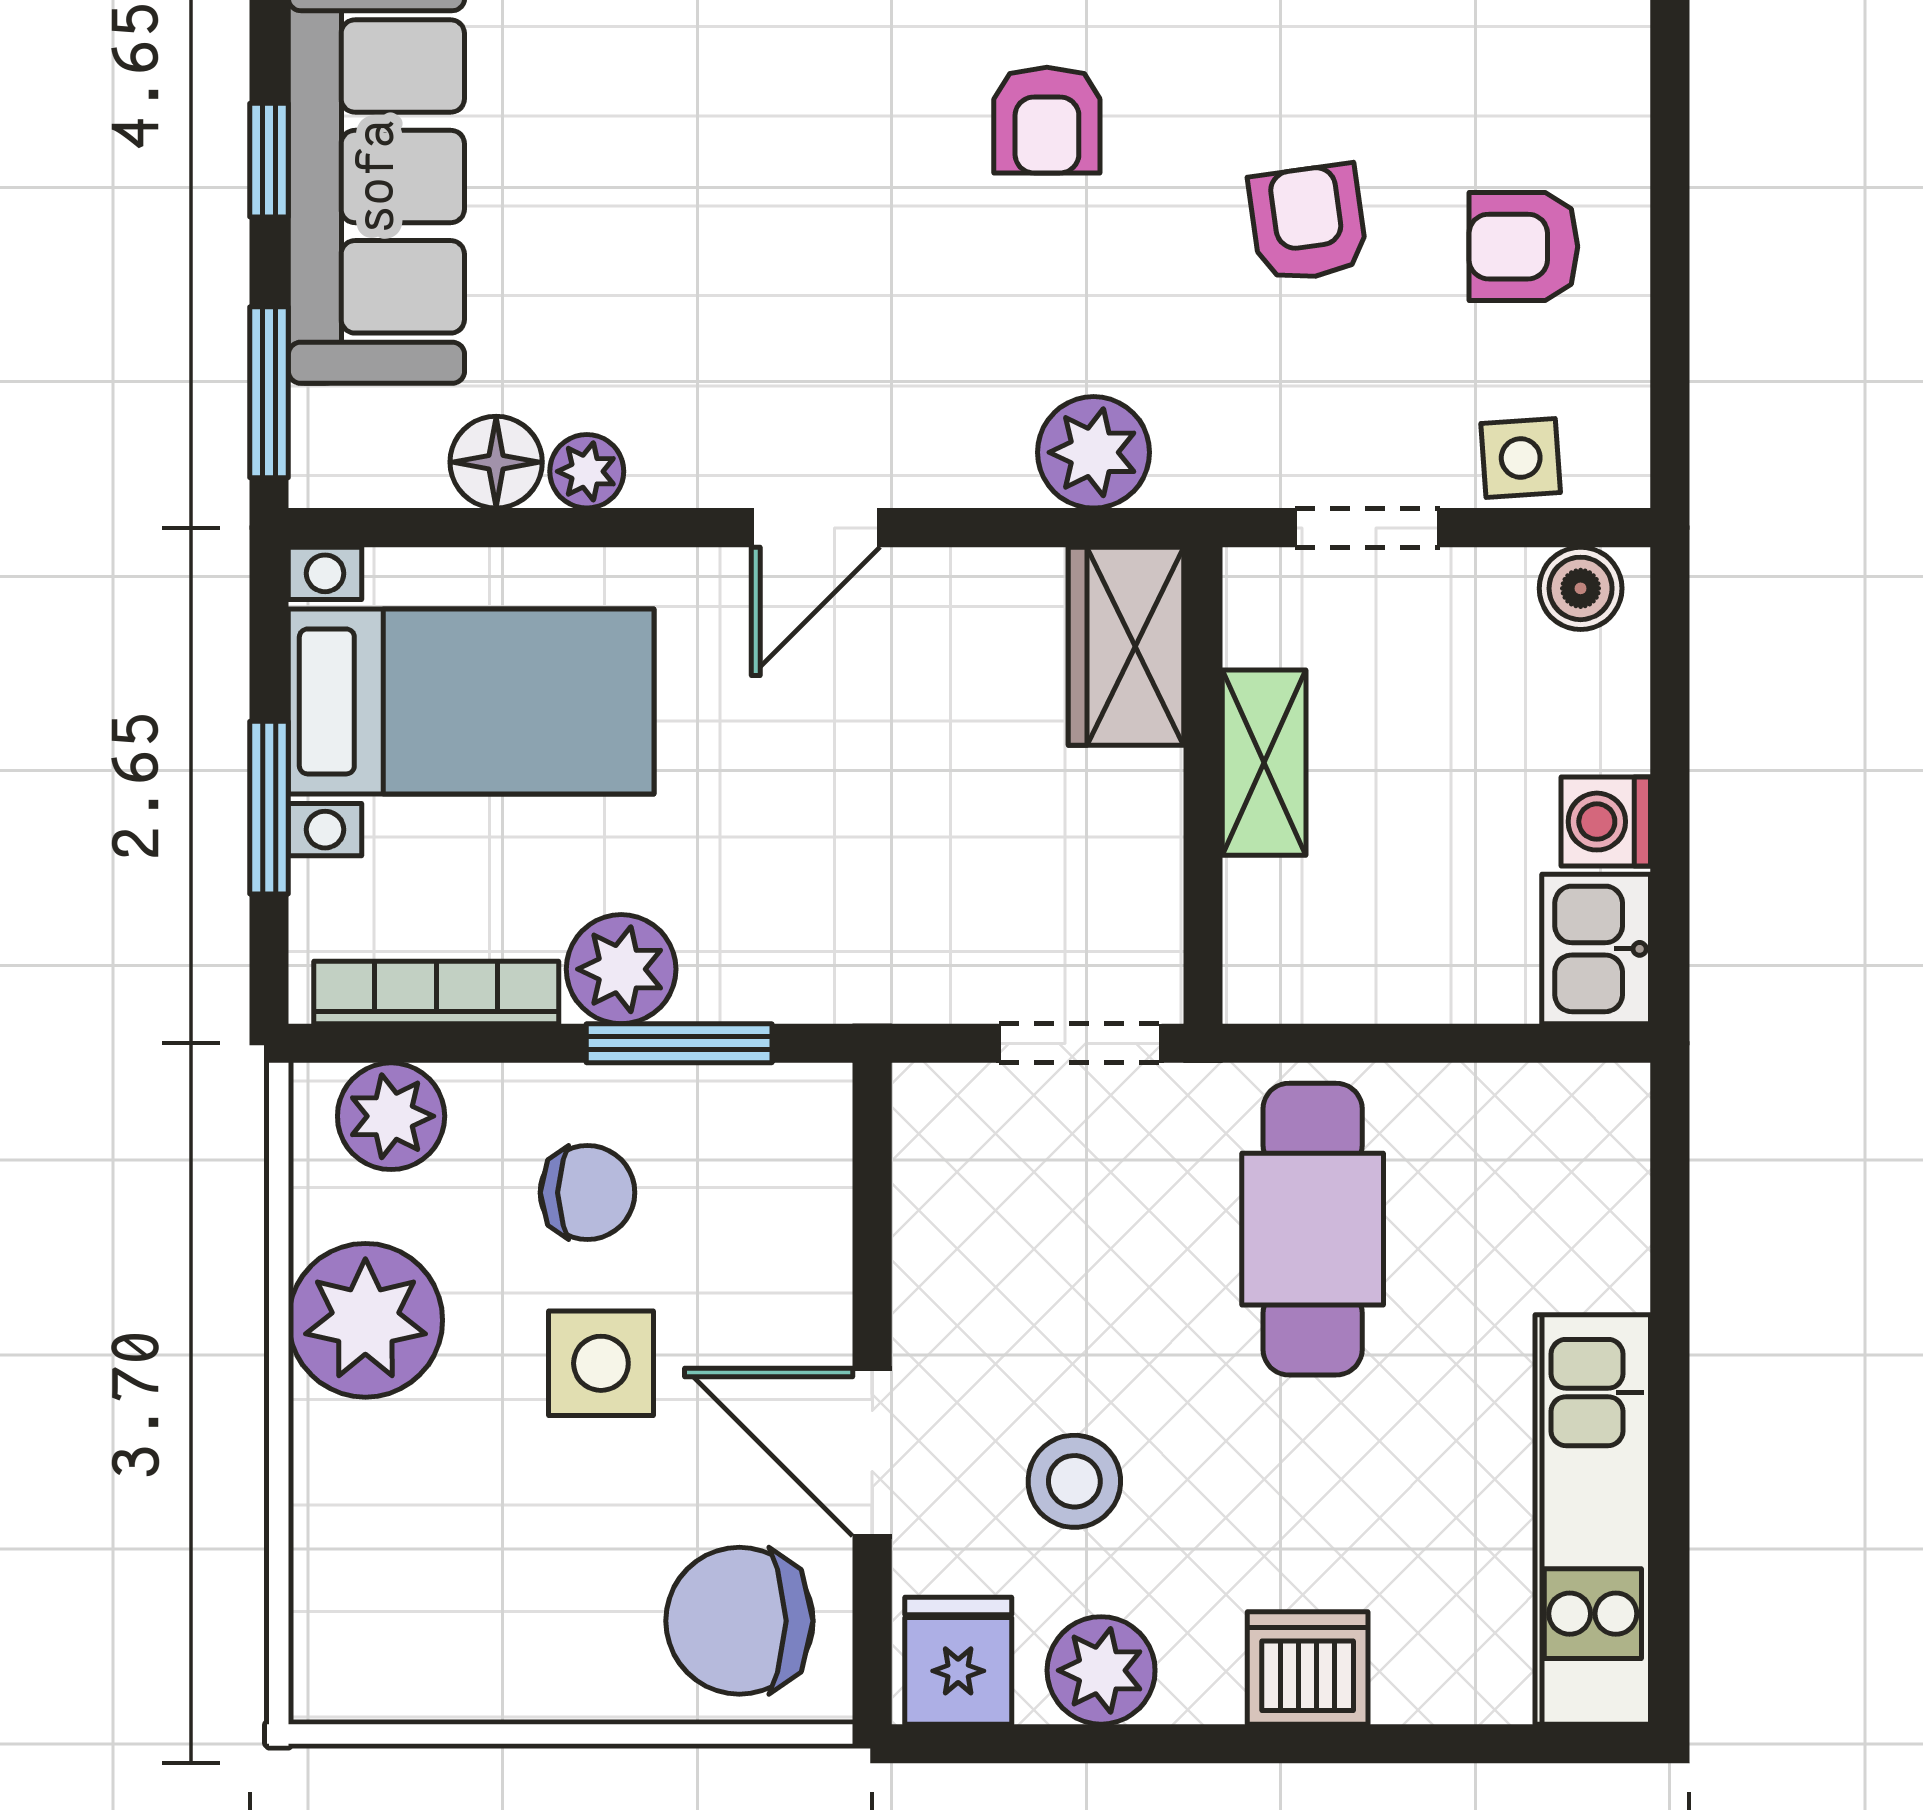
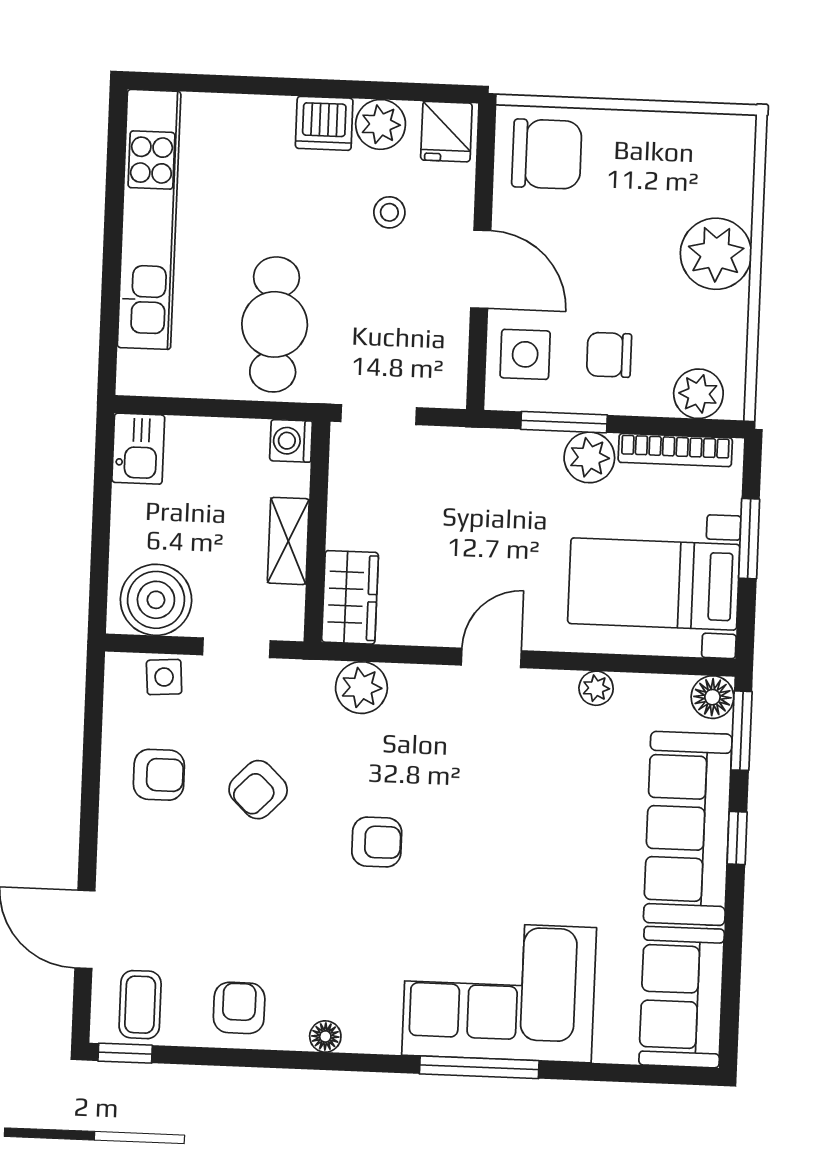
armchair: (1047, 120) -> (377, 842), turned 90
armchair: (1308, 223) -> (258, 790), turned 52
floor lamp: (496, 462) -> (712, 697), moved
boiler: (1581, 588) -> (156, 600), width x1.86, depth x1.86
washing machine: (1606, 822) -> (291, 441), moved, turned 180
plant: (365, 1320) -> (716, 254), moved
side table: (601, 1363) -> (525, 354), moved
door: (872, 1452) -> (481, 269), moved
stool: (1074, 1481) -> (389, 212), width x0.73, depth x0.73
kitchen unit: (1593, 1519) -> (149, 219), width x1.36
dishwasher: (1308, 1668) -> (324, 123), moved

